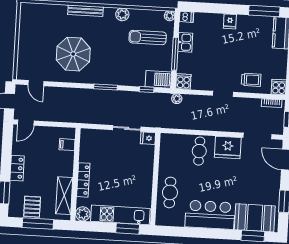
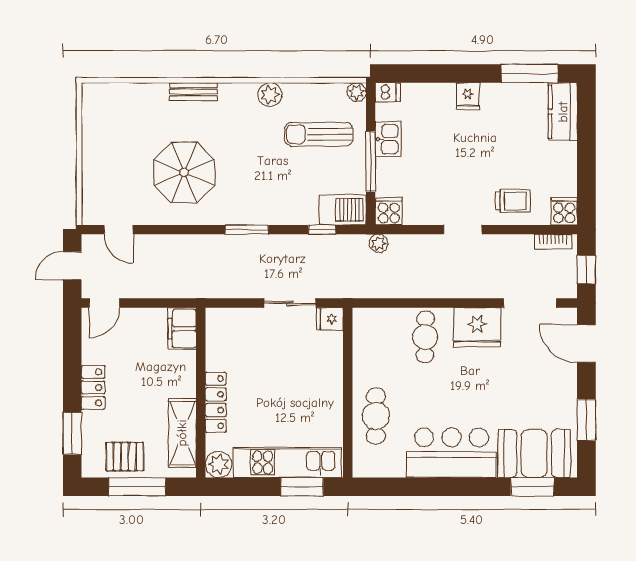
bench: (85, 11) -> (193, 92), width x0.73
filing cabinet: (67, 145) -> (182, 329), width x2.00
pallet: (32, 207) -> (125, 457), turned 90

